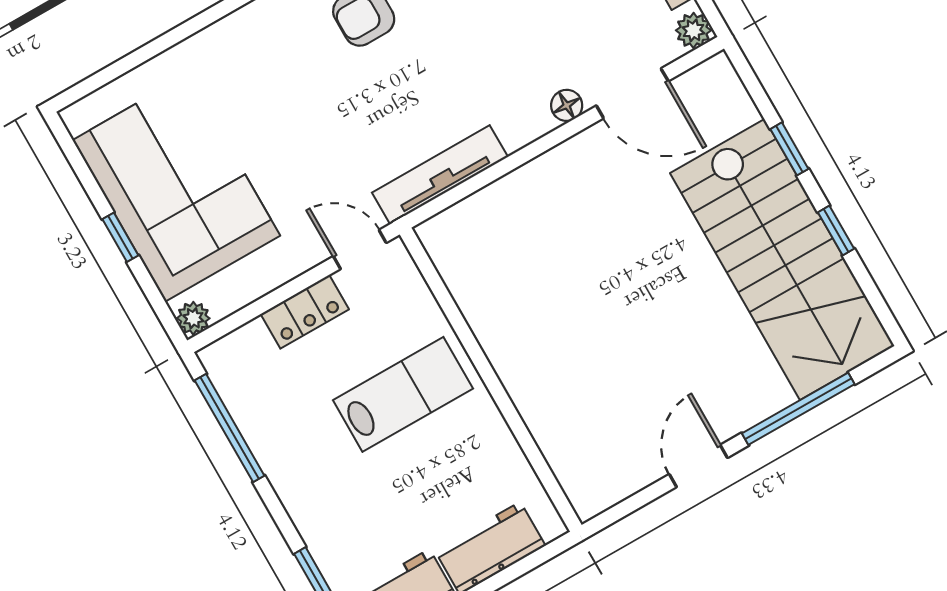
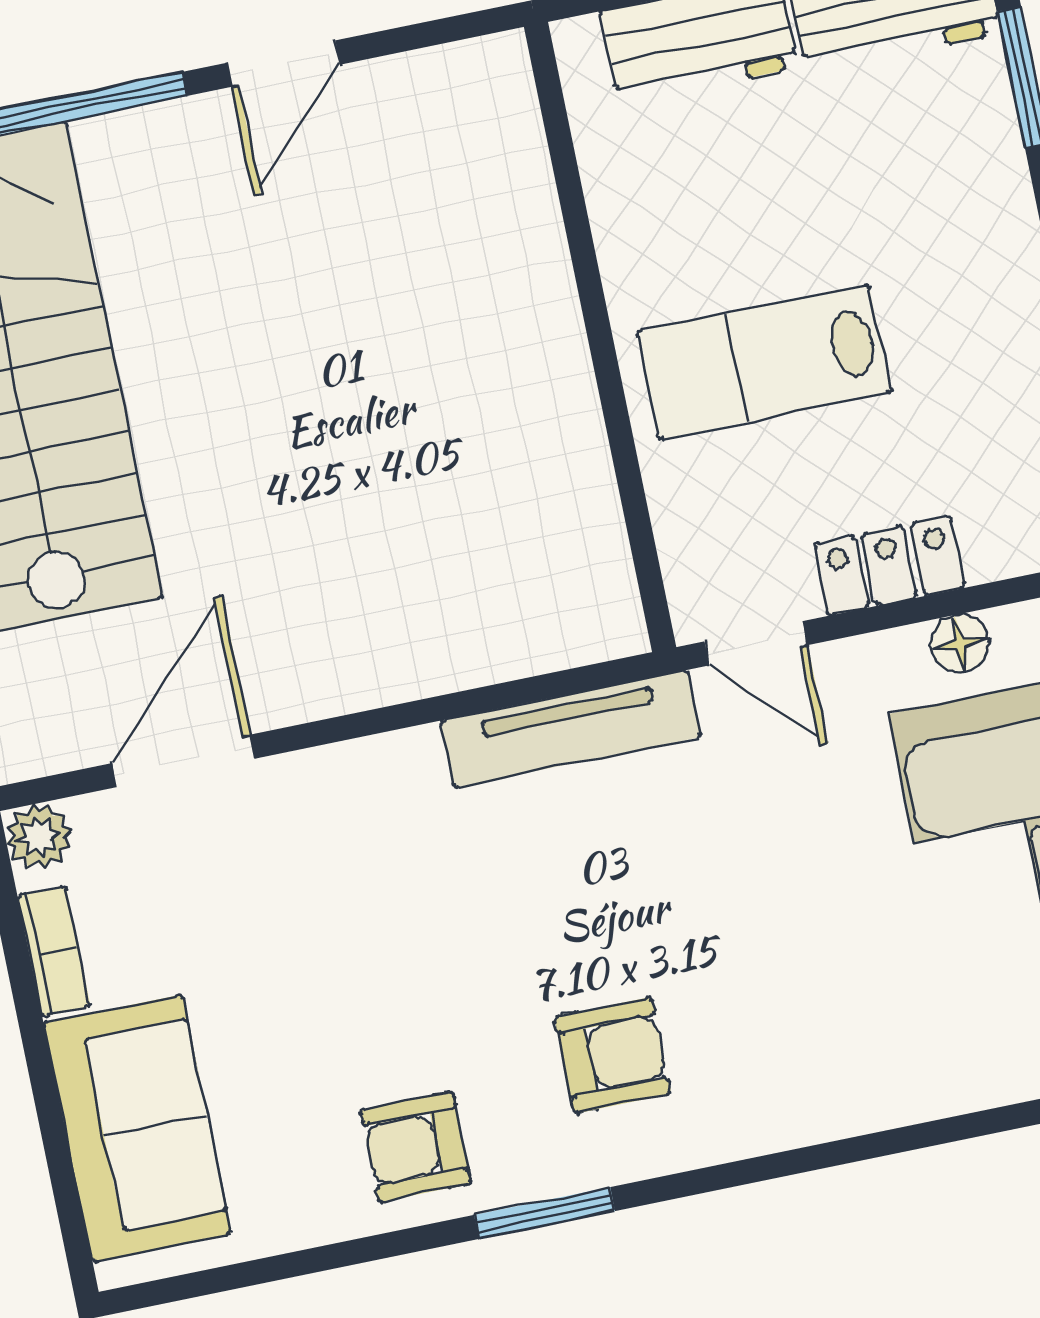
door: (632, 93) -> (183, 761), hinge flipped
floor lamp: (567, 105) -> (960, 644), moved

